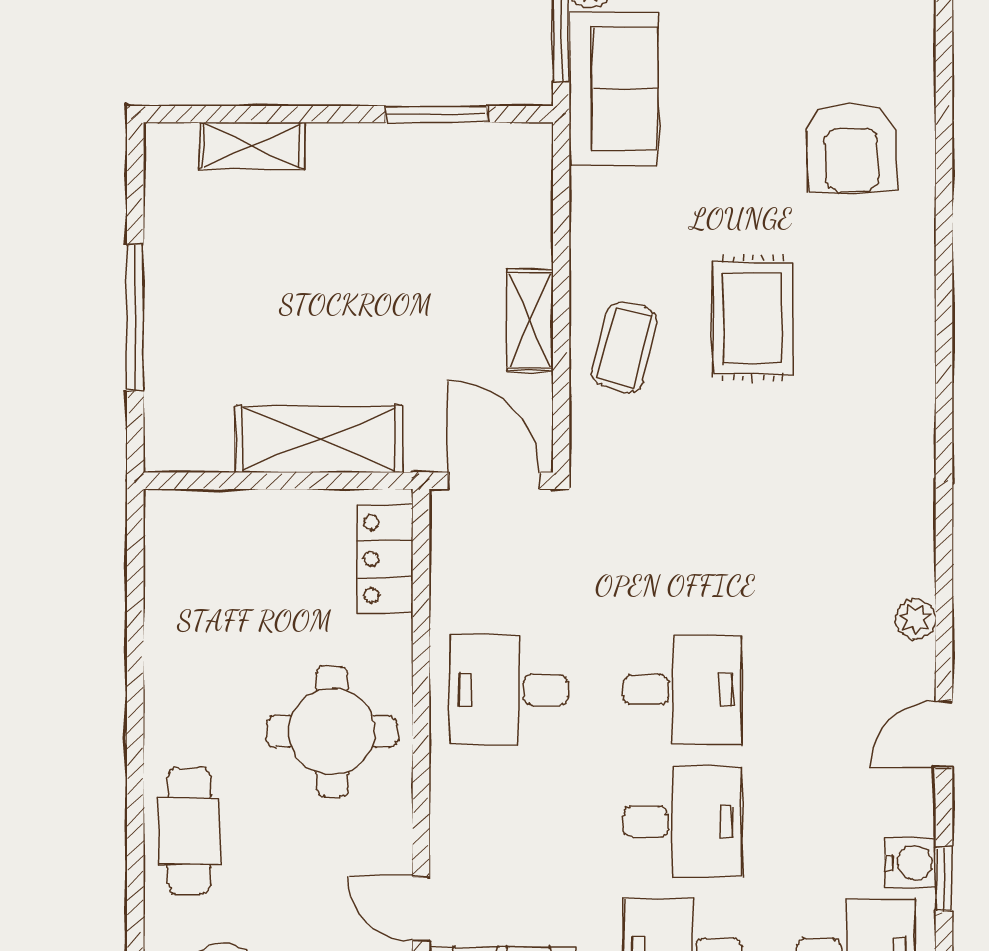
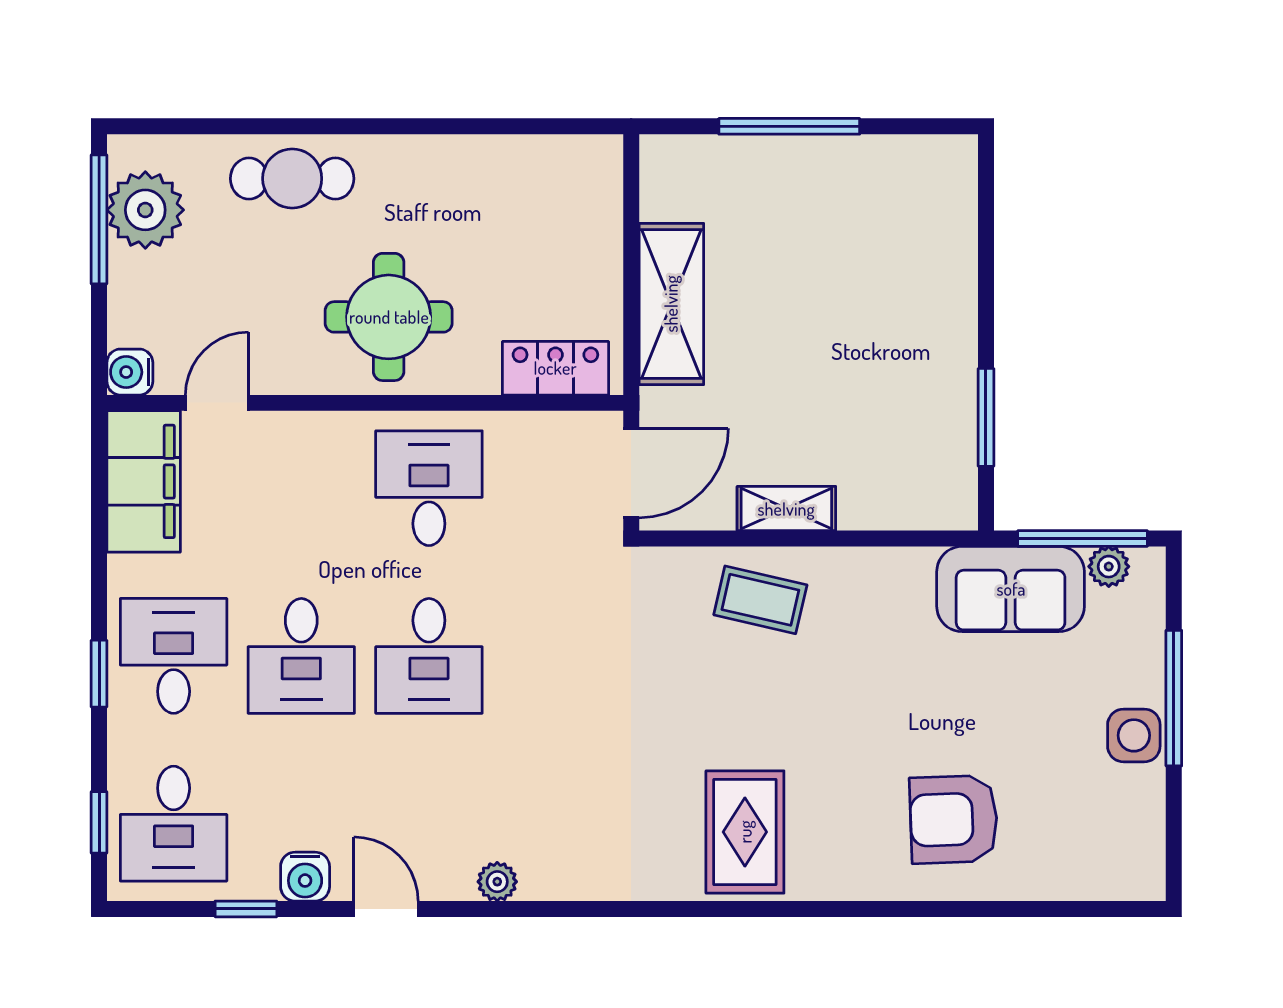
shelving: (252, 146) -> (955, 239), removed
rug: (753, 318) -> (745, 832), moved, turned 90
water cooler: (911, 863) -> (305, 877), moved

